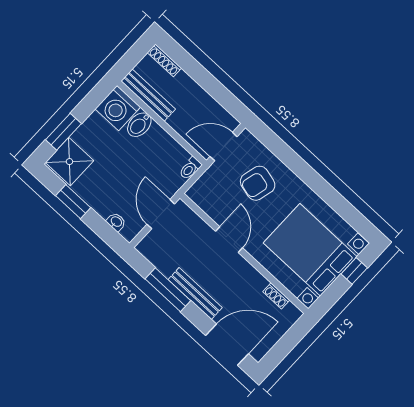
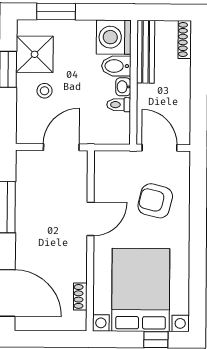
shower: (69, 162) -> (35, 54), moved
toilet: (190, 168) -> (119, 105), moved
stool: (111, 190) -> (45, 91), added
washbasin: (116, 222) -> (123, 87), moved, turned 180
bench: (195, 294) -> (24, 231), removed

